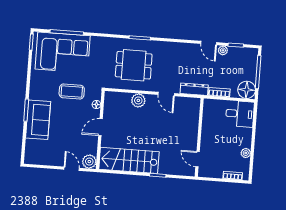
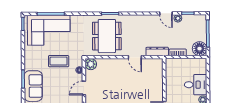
dining table: (134, 65) -> (107, 36), width x1.38
plant: (138, 100) -> (91, 64), moved
desk: (240, 114) -> (196, 85), moved

